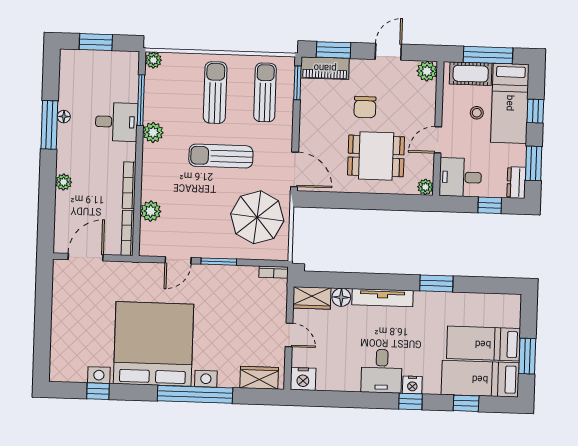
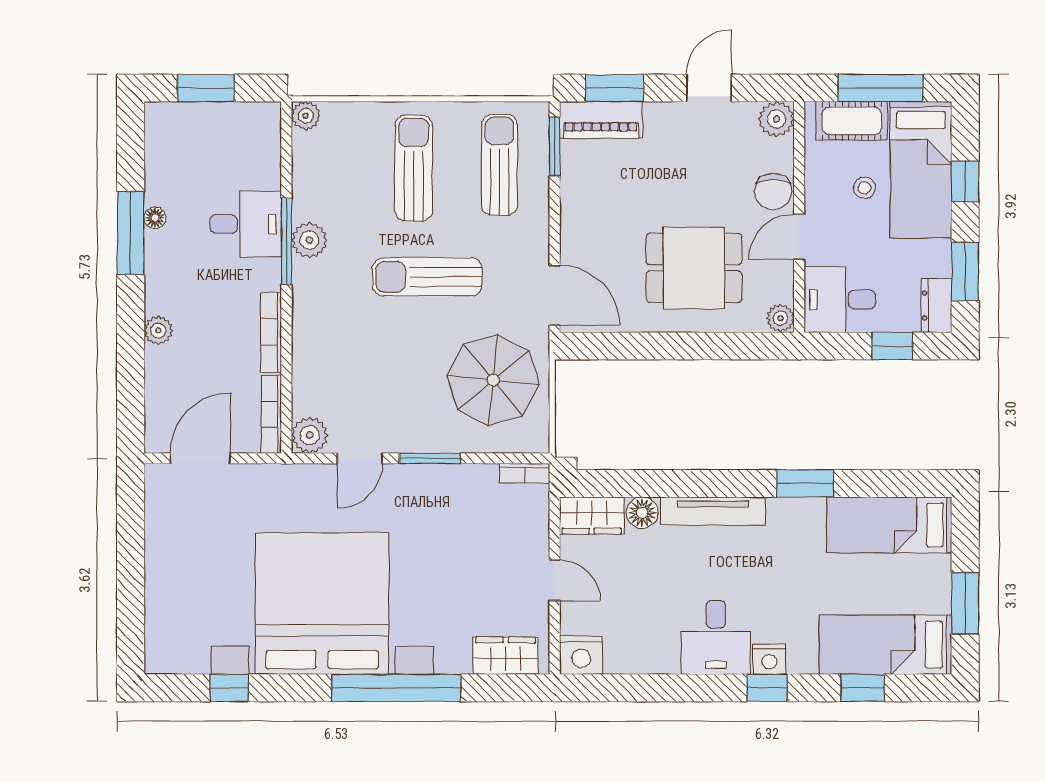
window: (141, 100) -> (286, 241), moved
chair: (365, 107) -> (773, 191), moved
plant: (151, 211) -> (310, 435), moved
bed: (483, 344) -> (889, 525), moved

